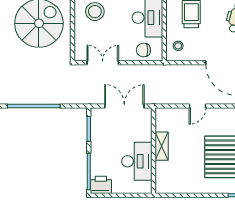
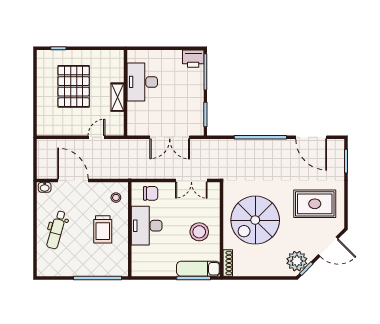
shelving: (162, 146) -> (118, 97), moved
wall: (154, 151) -> (126, 93), moved
desk: (137, 161) -> (142, 82), moved

